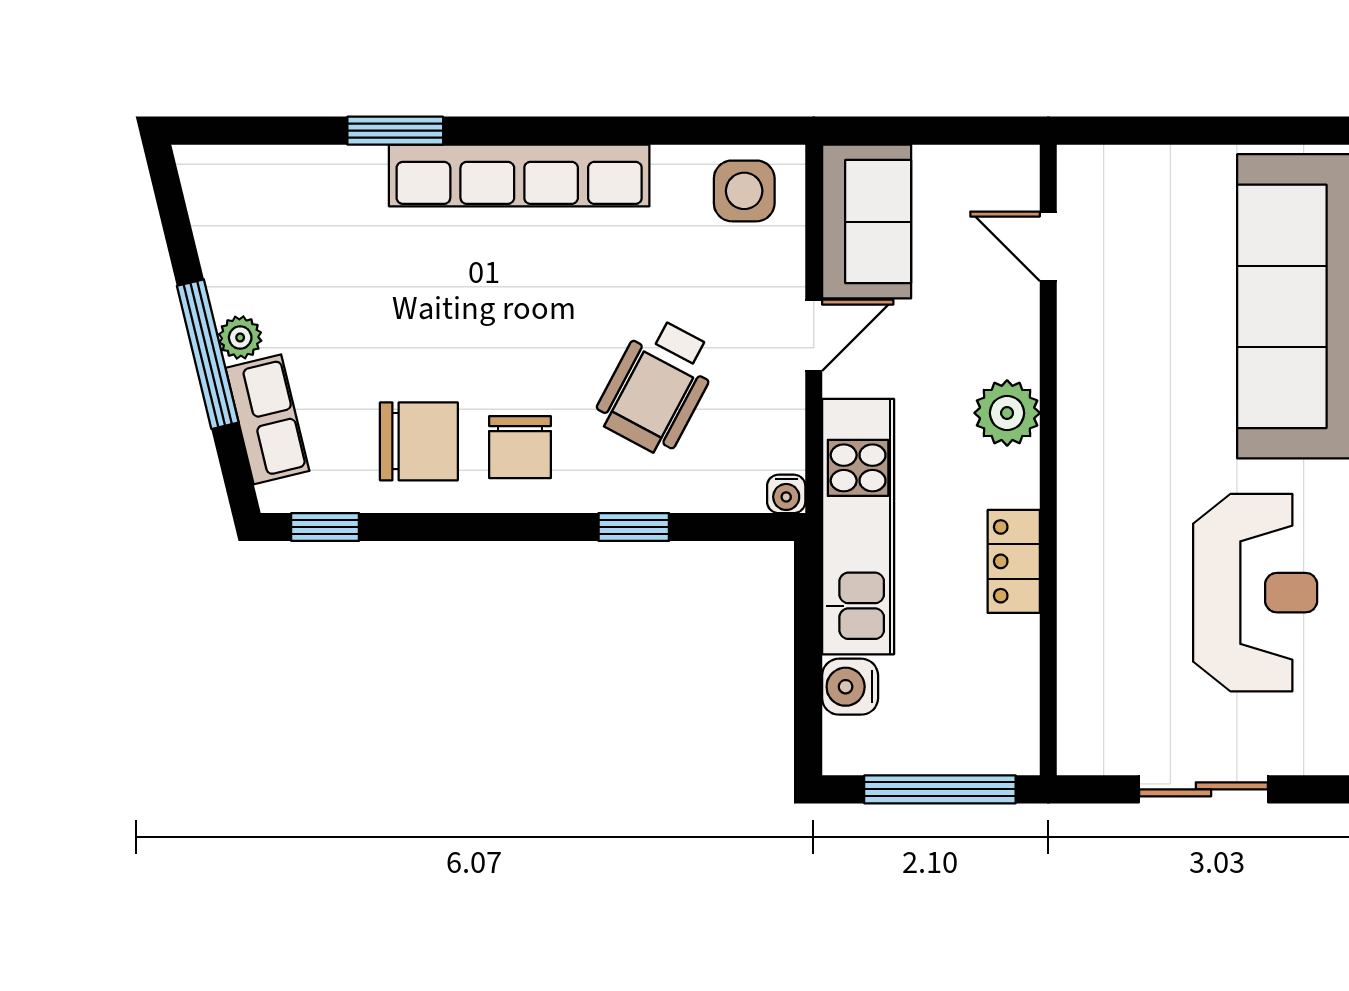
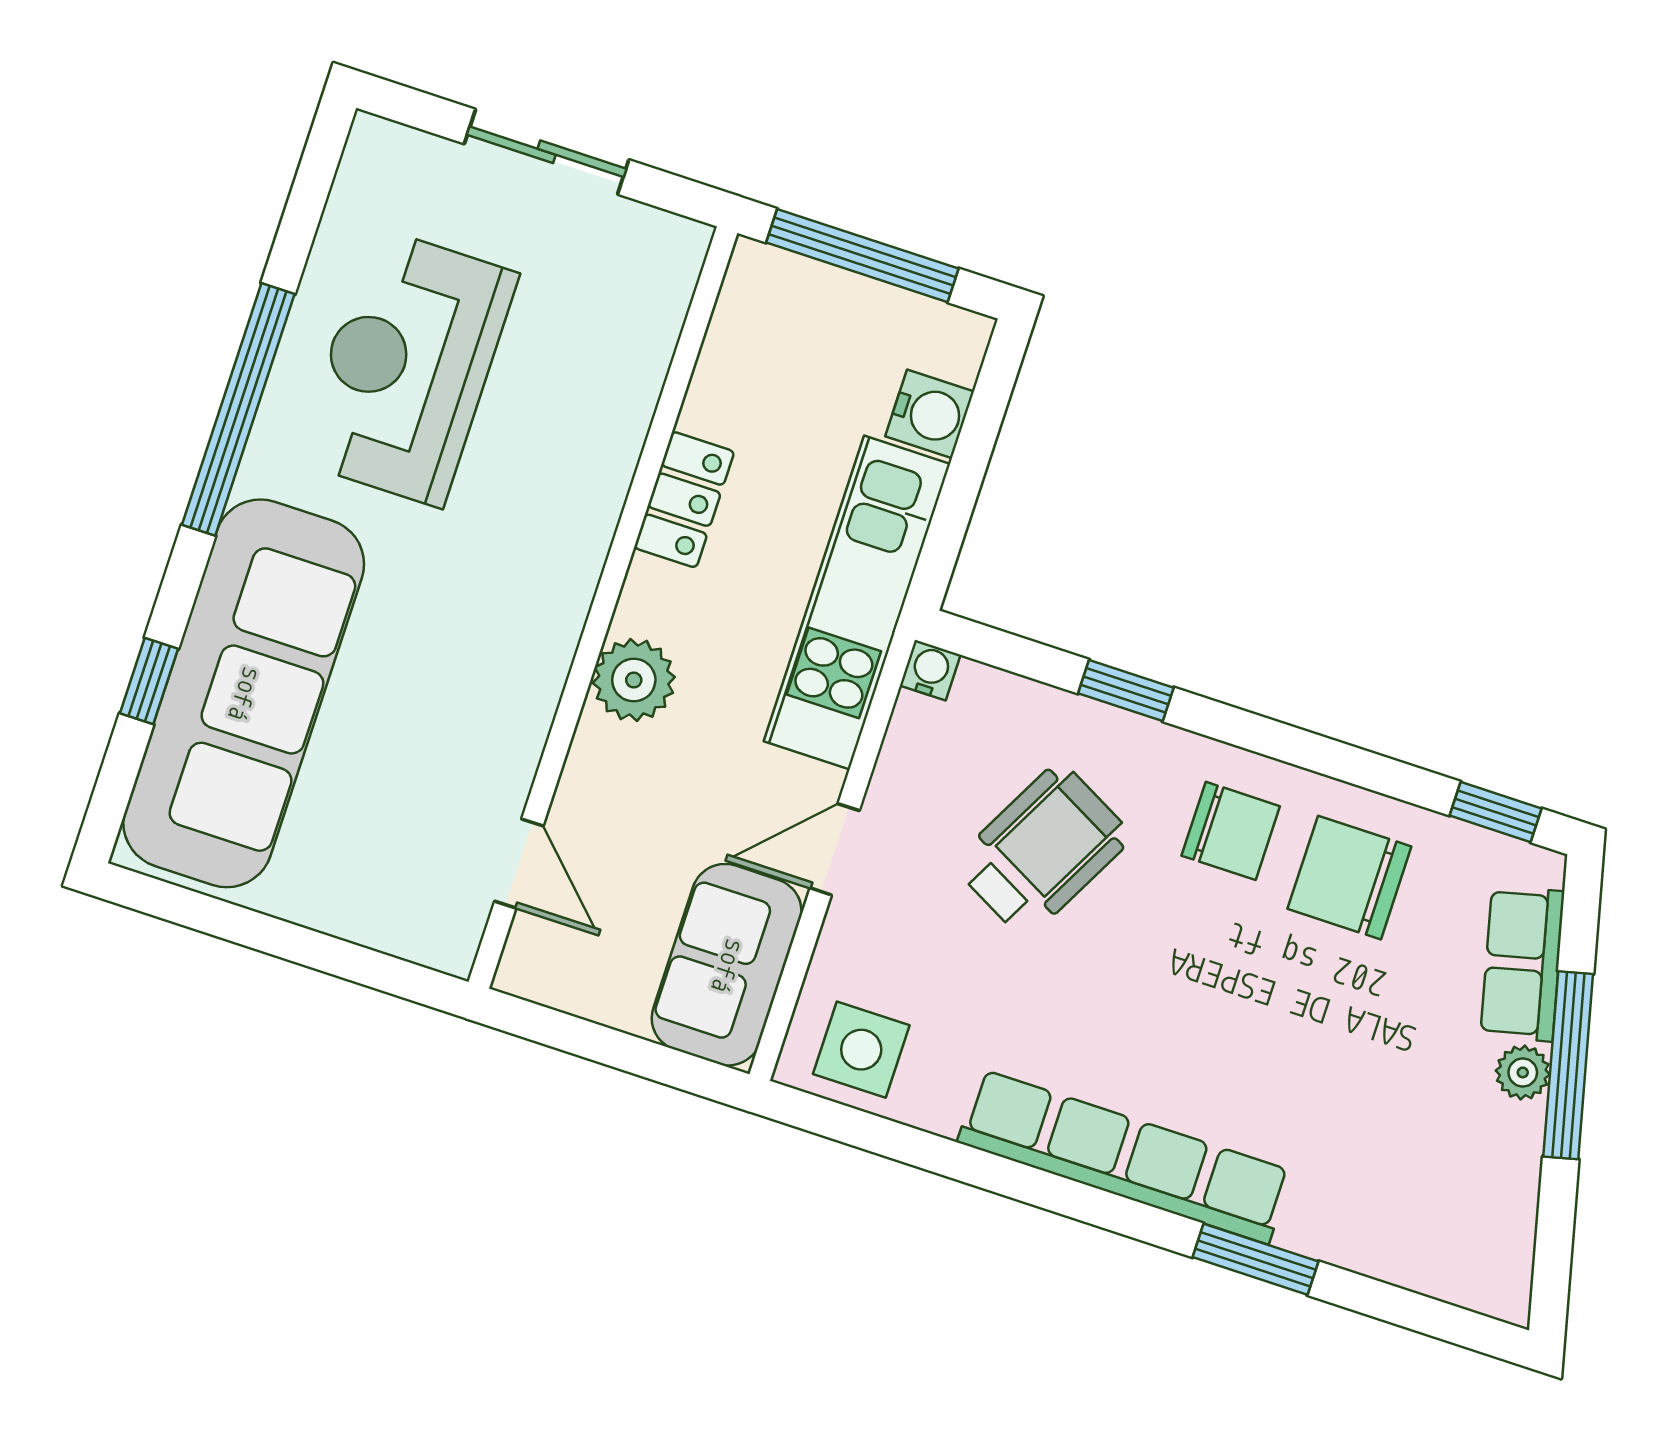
chair: (520, 447) -> (1231, 831), turned 90

